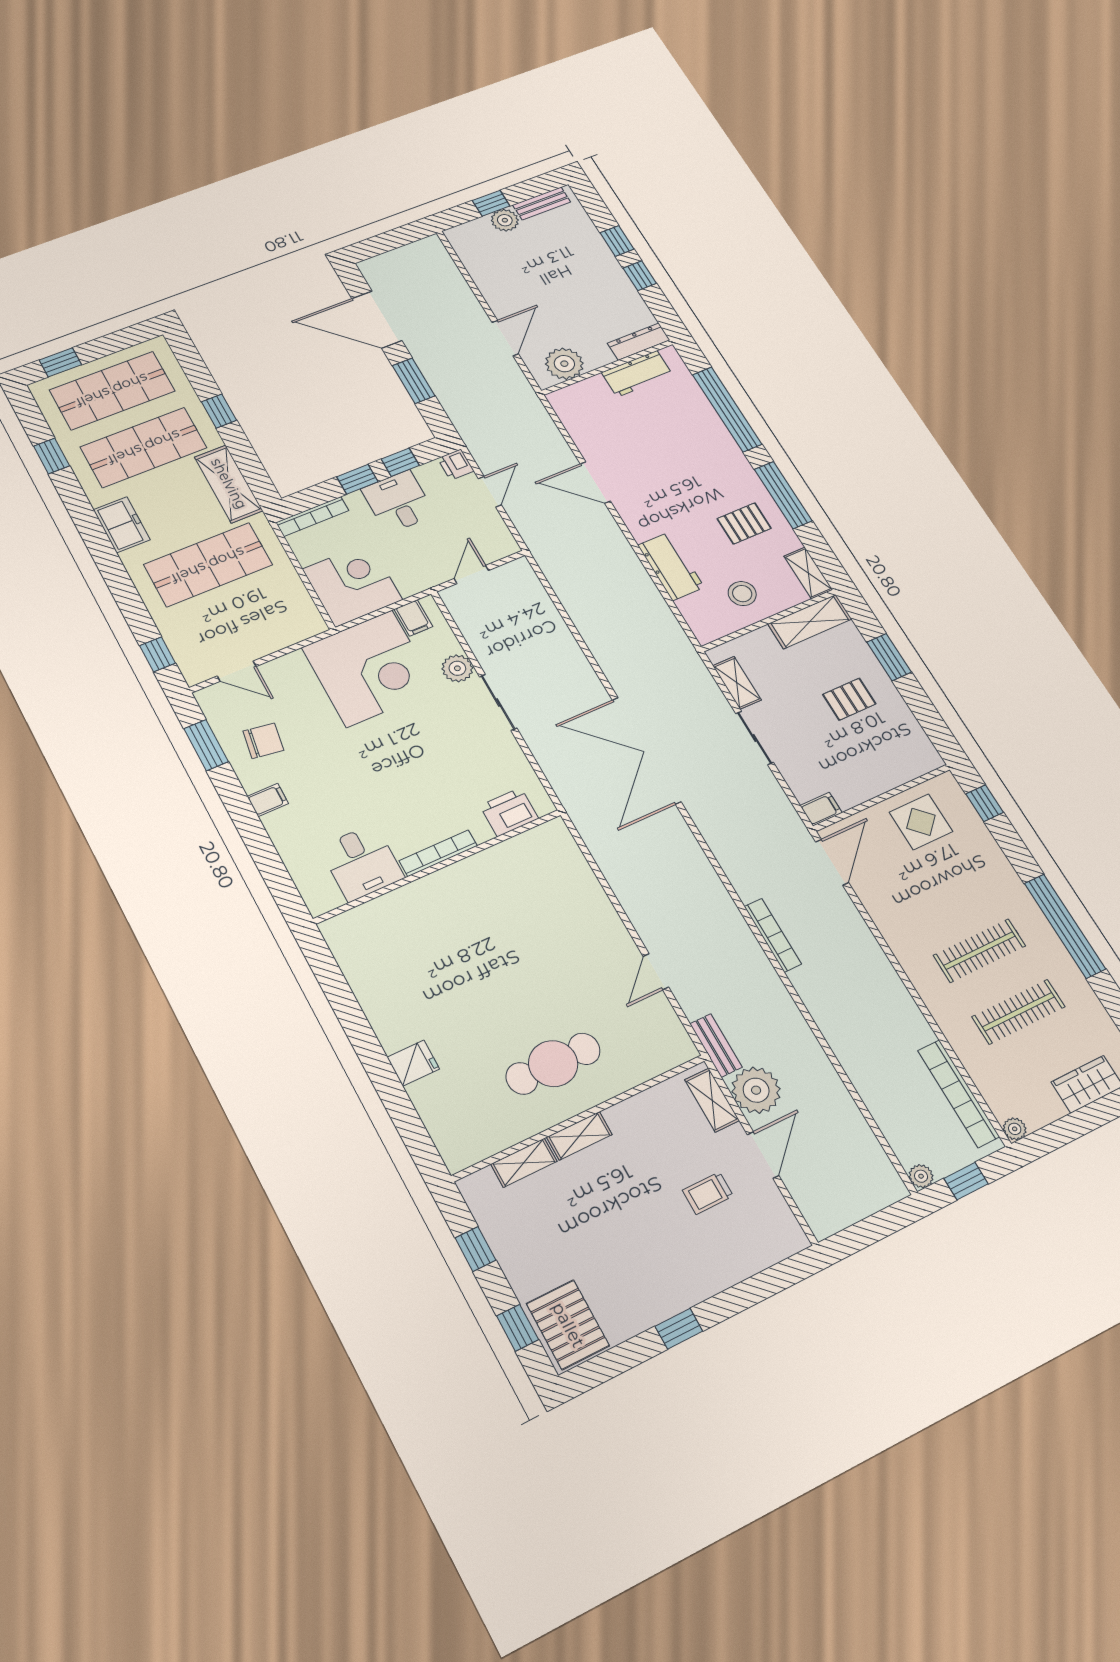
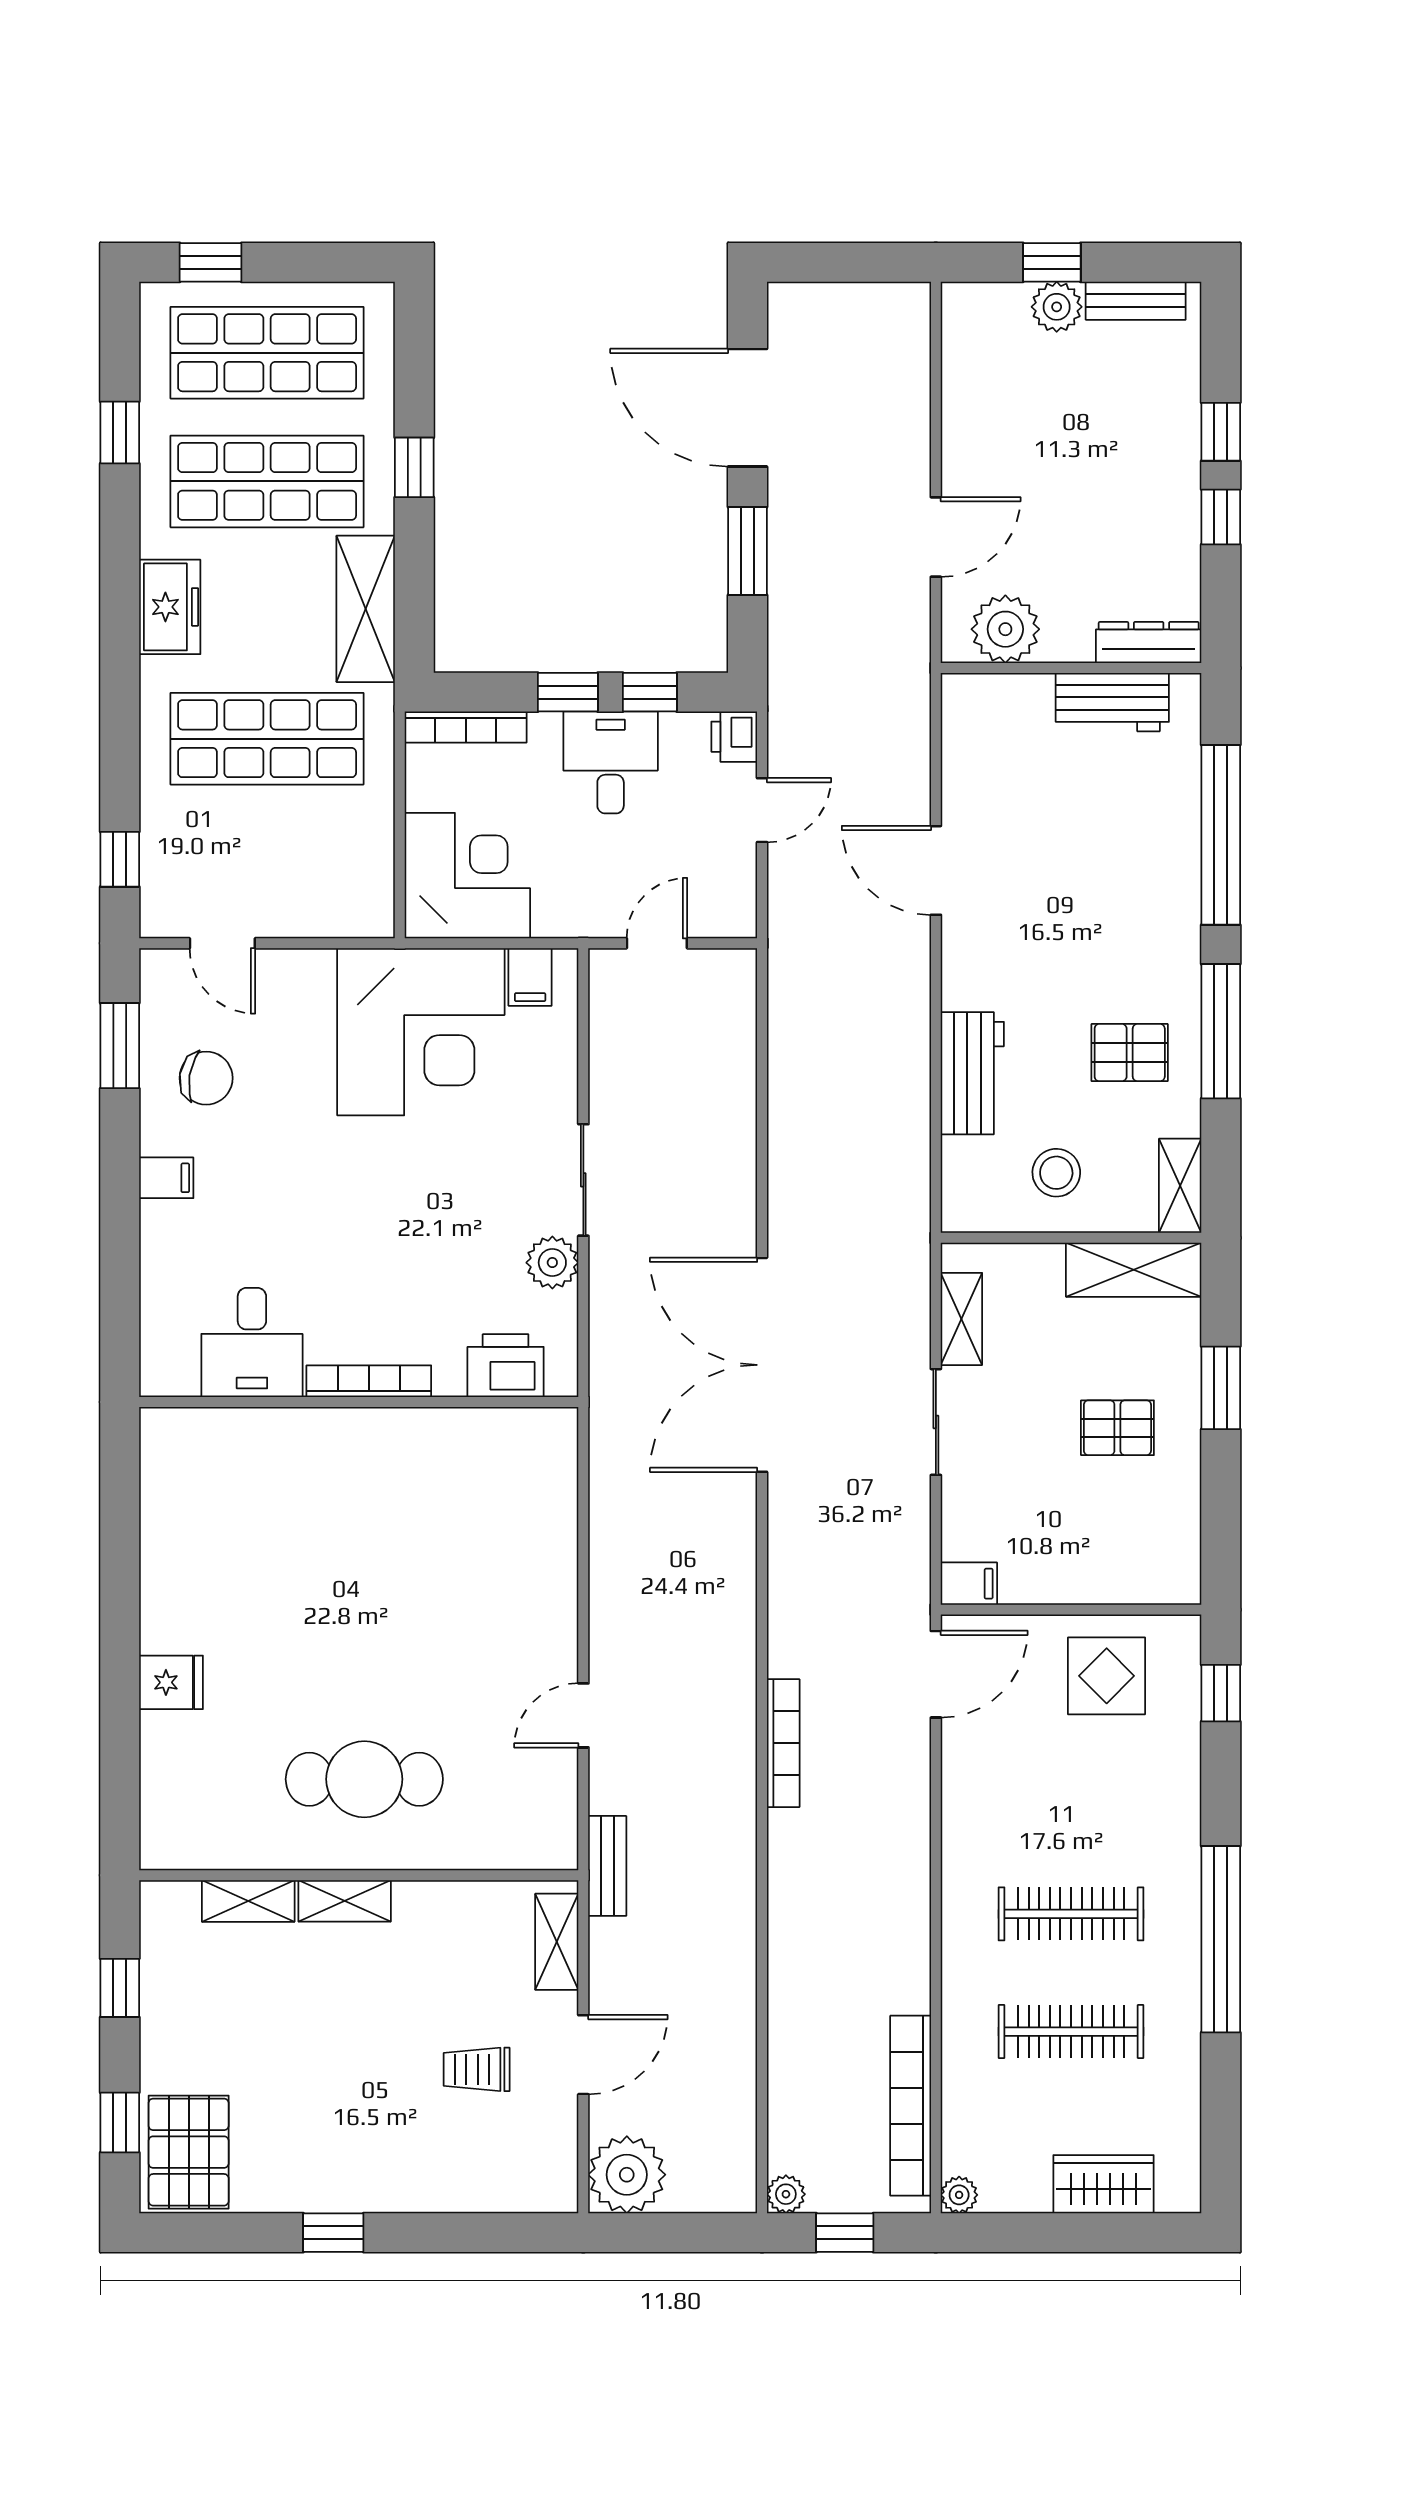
plant: (457, 668) -> (552, 1263), moved
plant: (756, 1090) -> (627, 2175), moved

